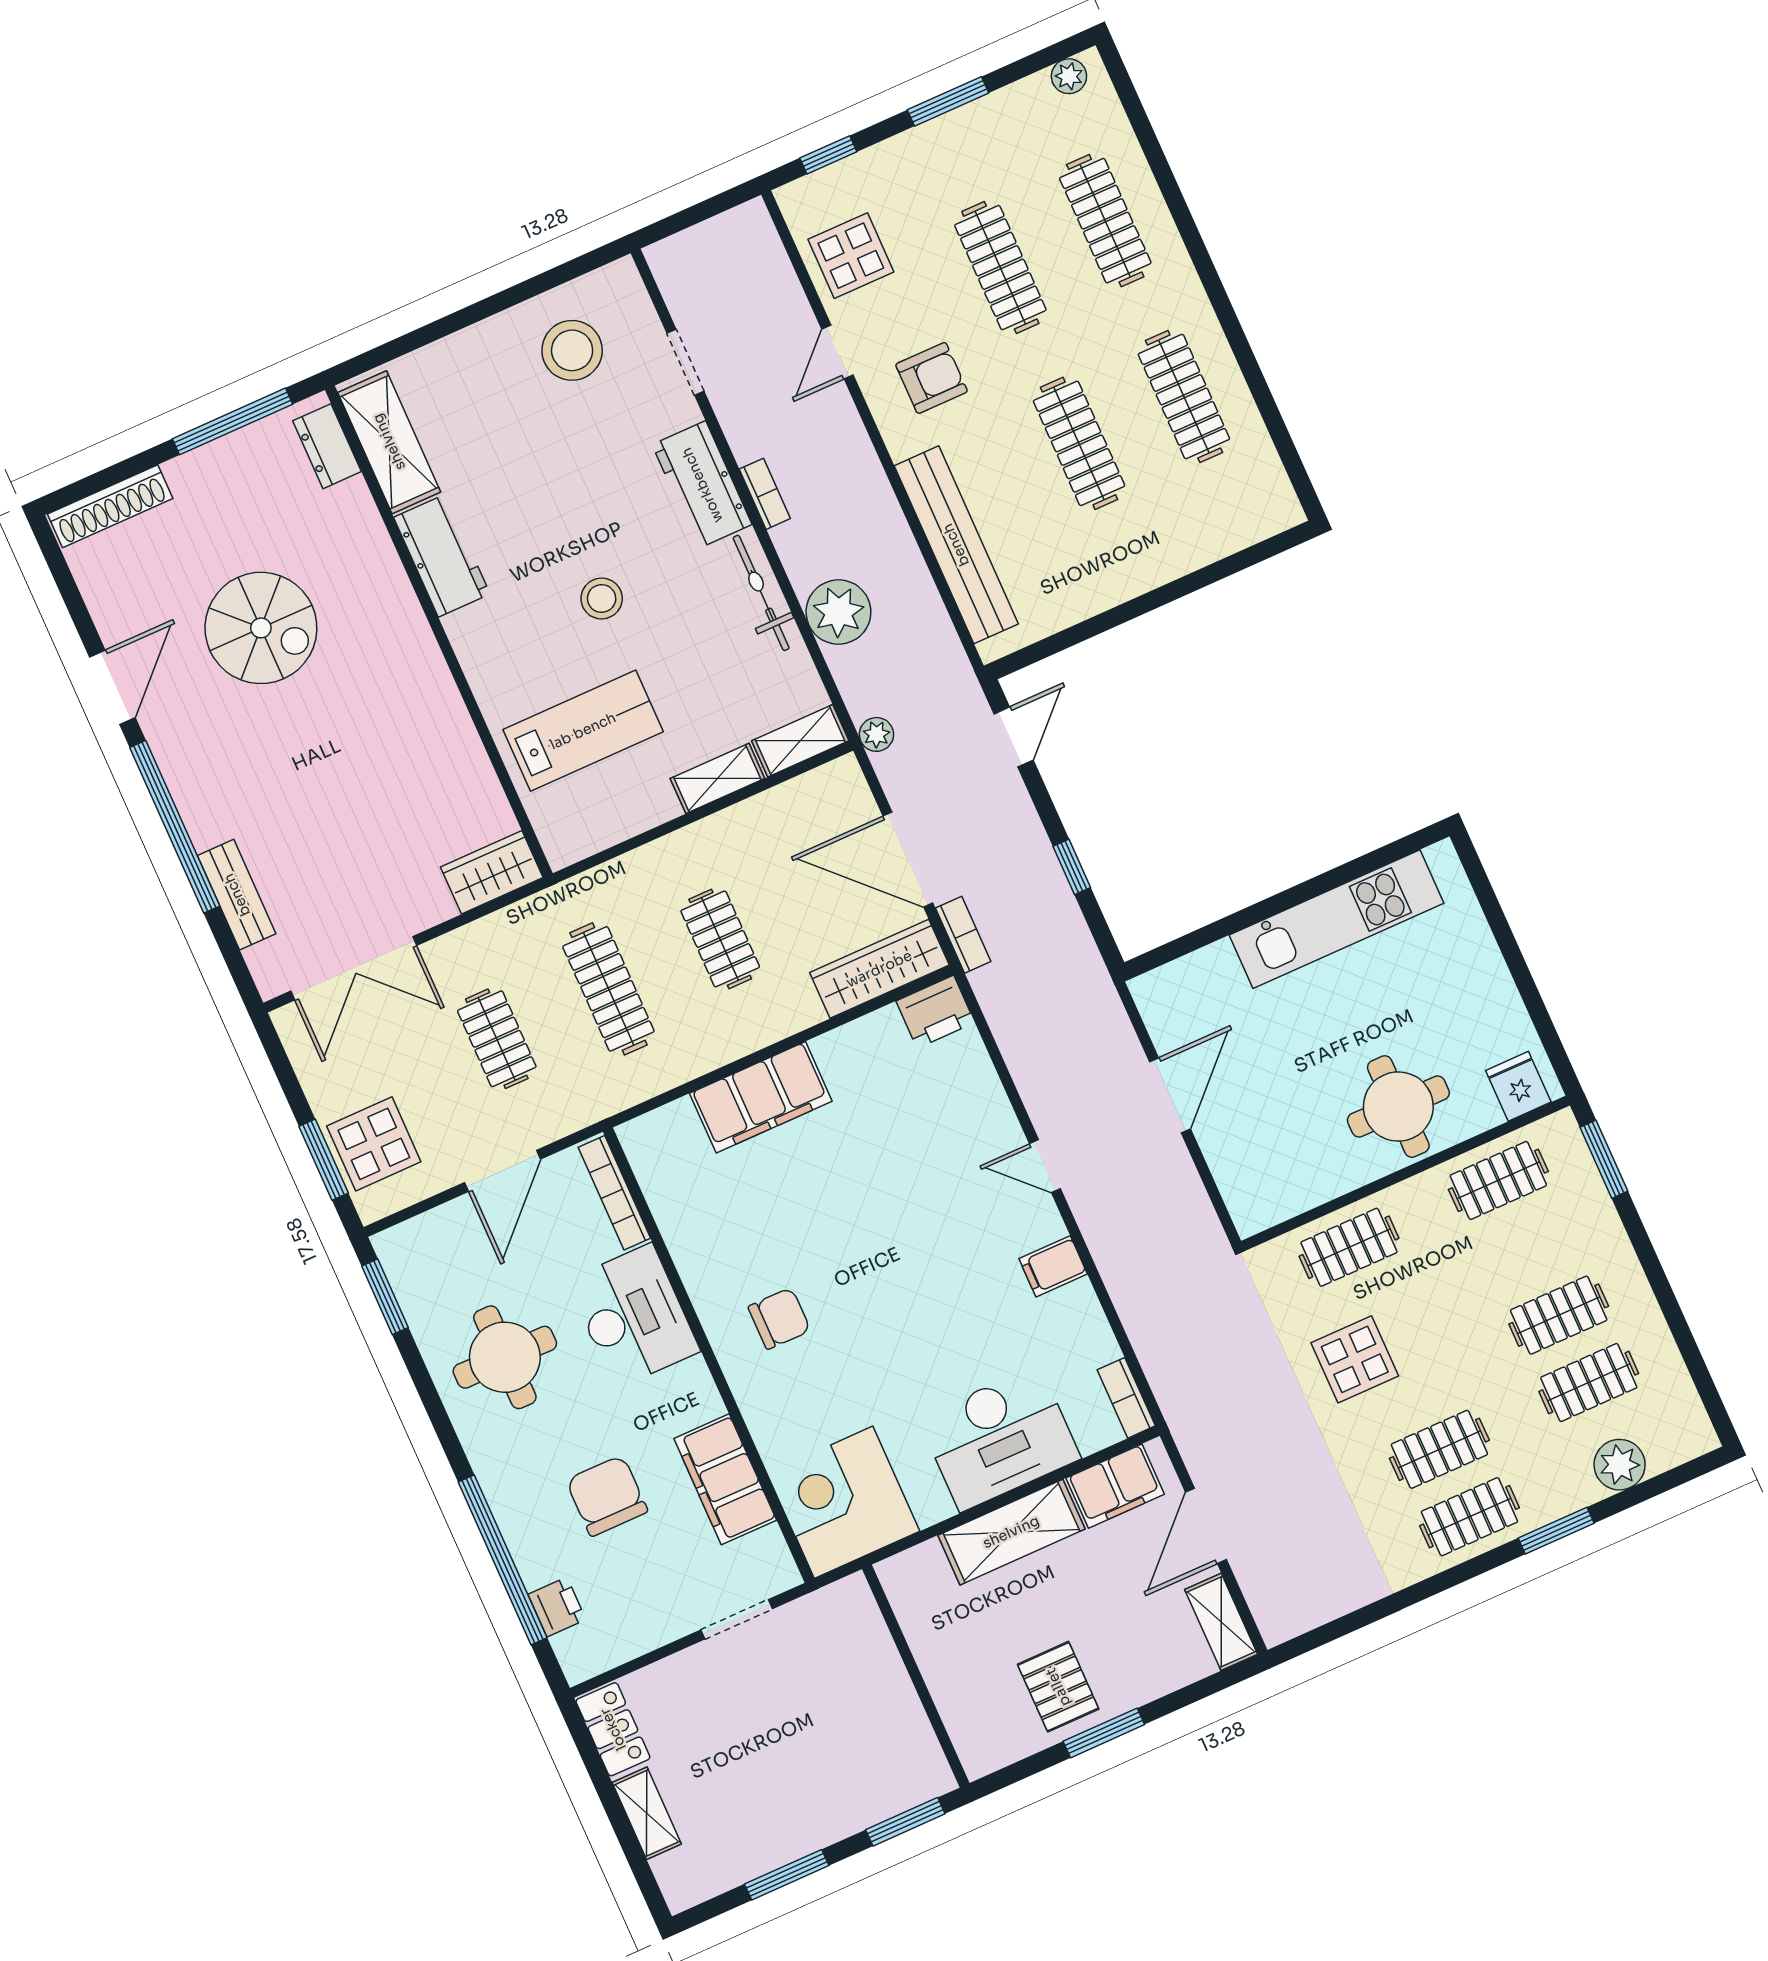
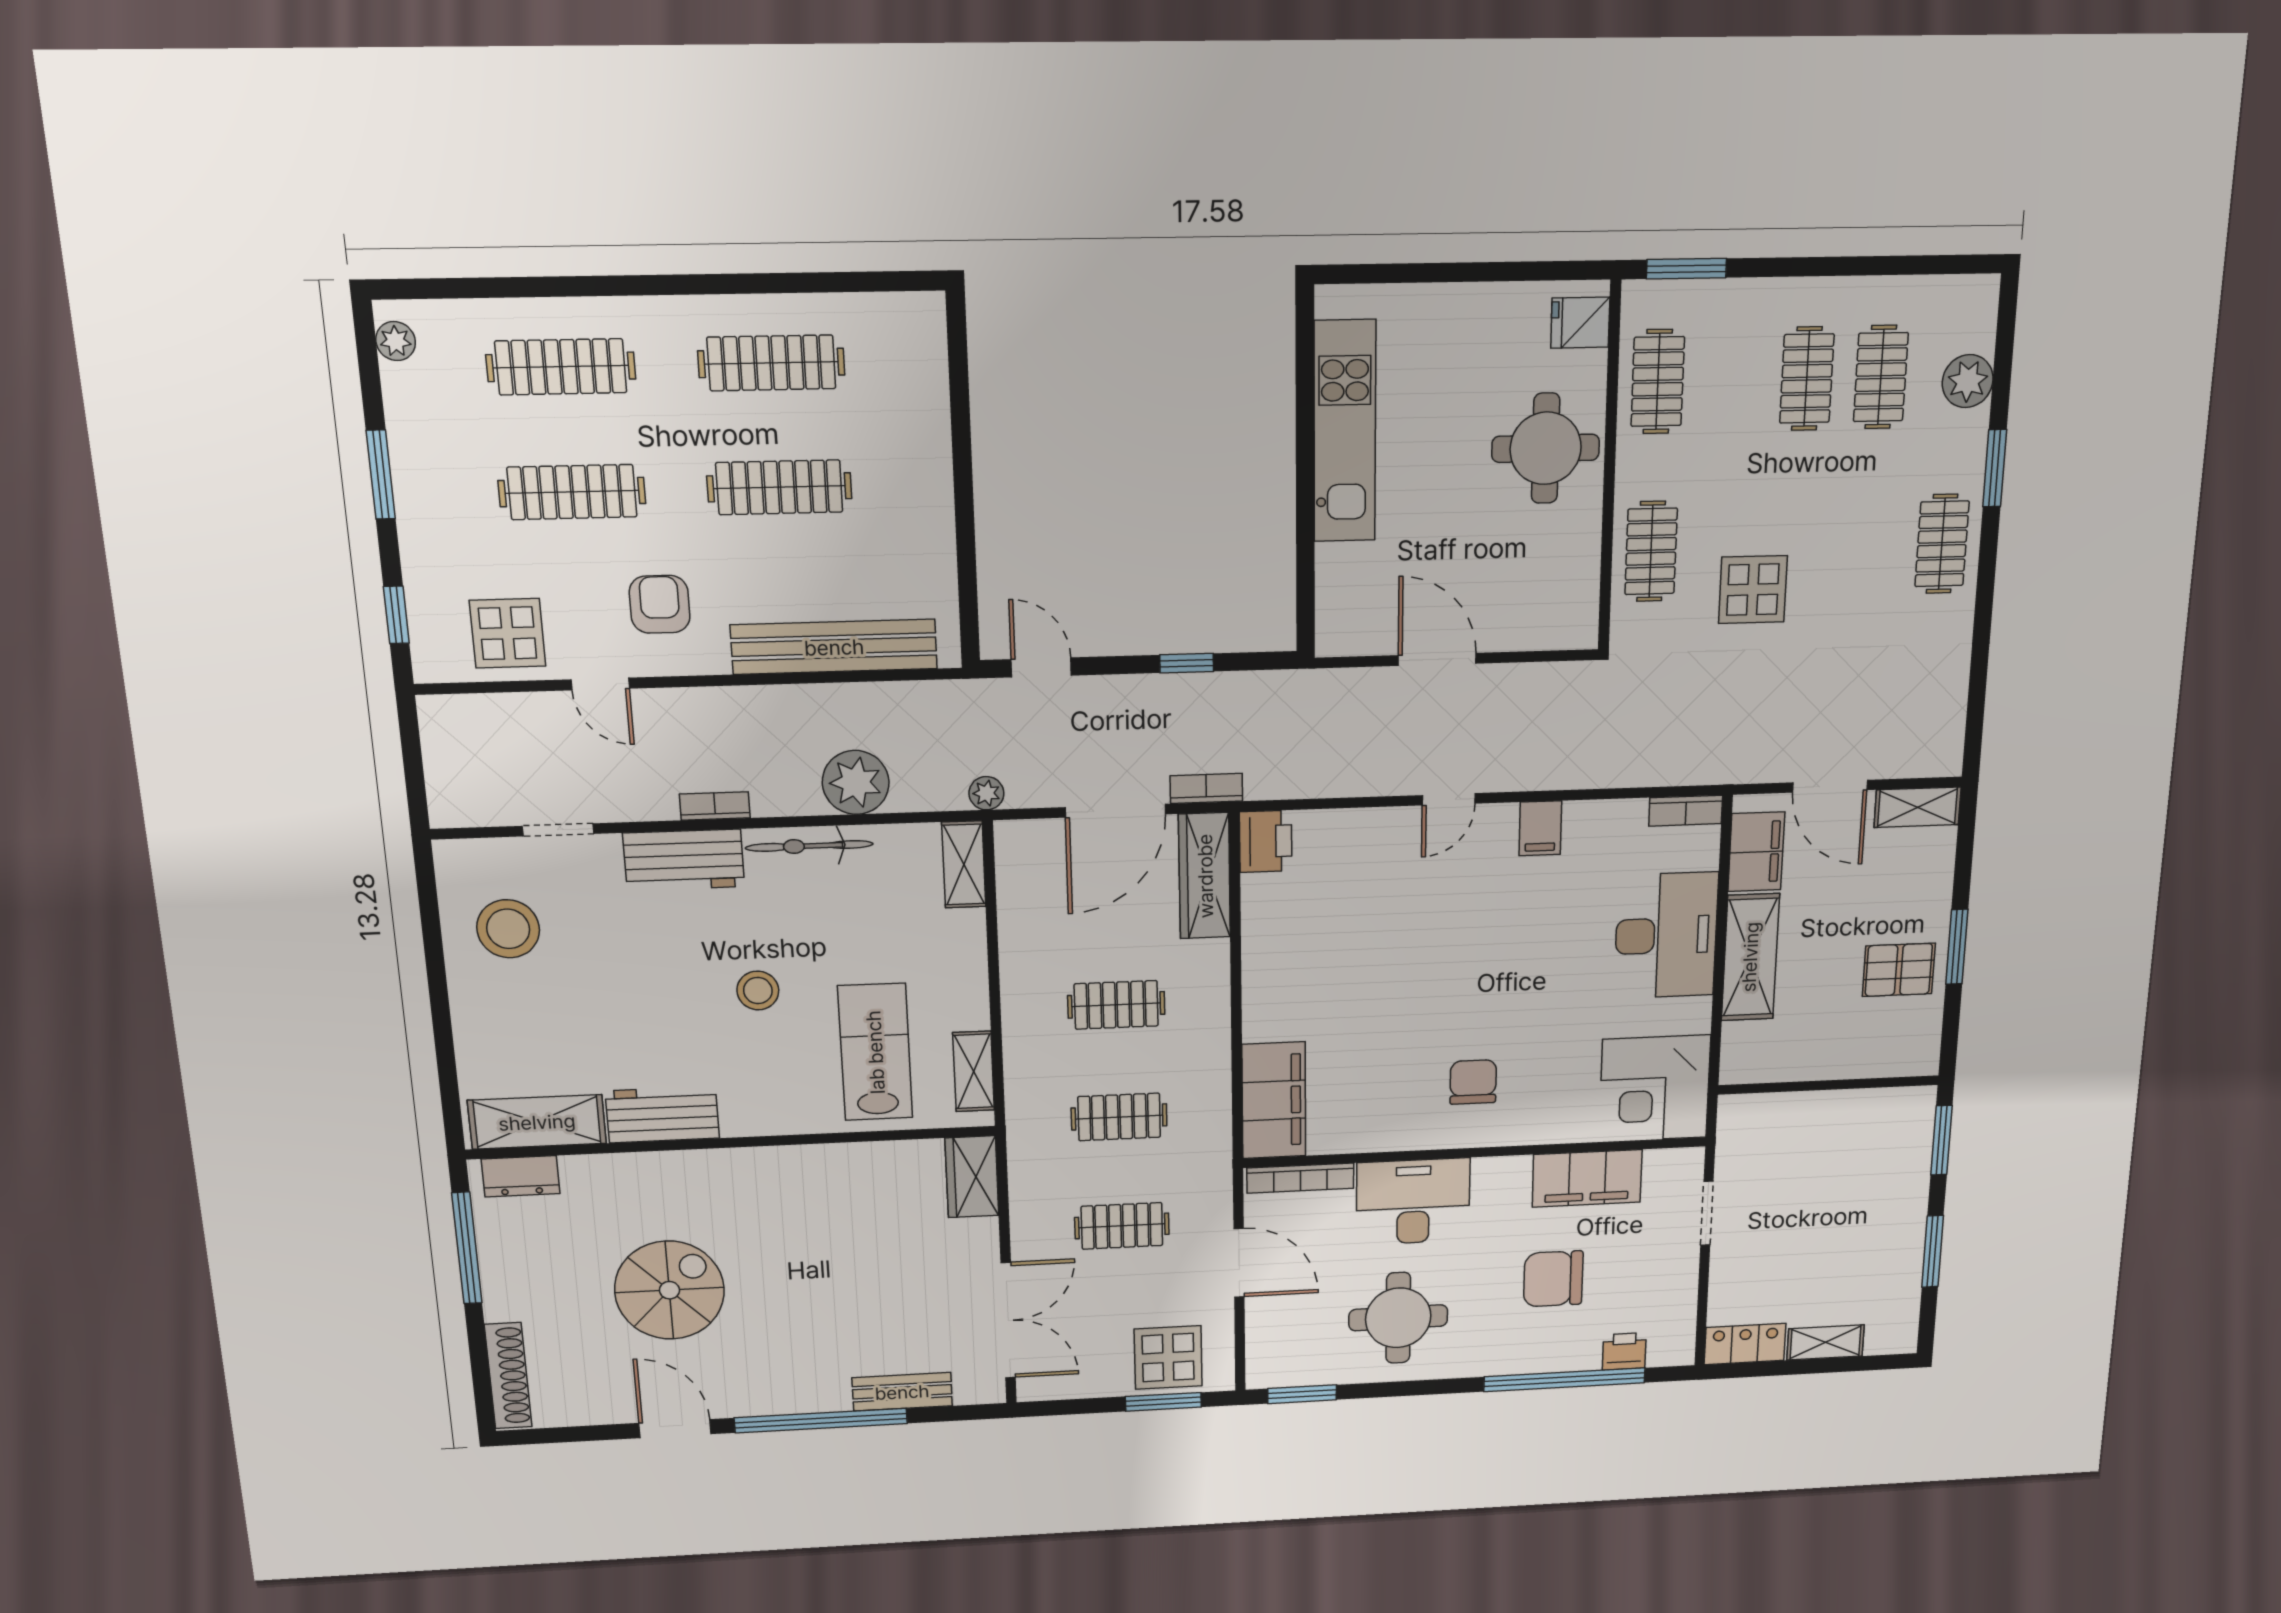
shelving: (717, 778) -> (974, 1071), moved
clothes rail: (608, 989) -> (1119, 1117), width x0.73
filing cabinet: (761, 1097) -> (1274, 1100), moved
clothes rail: (1439, 1449) -> (1870, 546), removed

